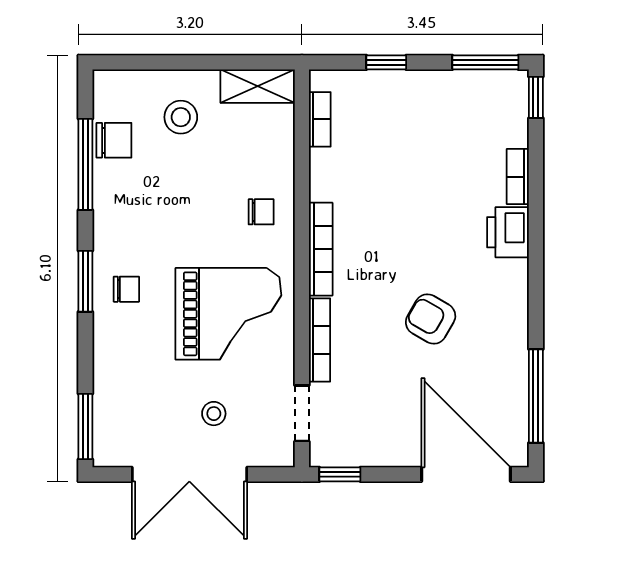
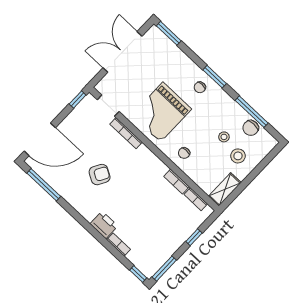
bookcase: (321, 249) -> (177, 182), moved, width x0.64
stool: (214, 414) -> (224, 137), moved

